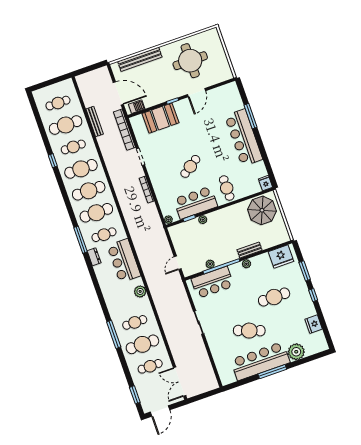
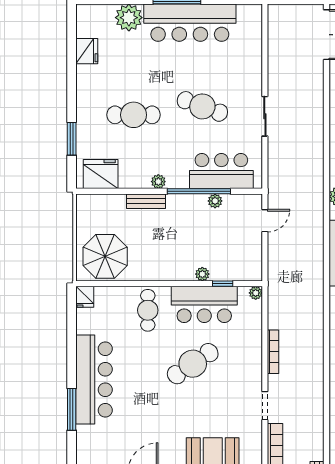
cafe table: (190, 166) -> (193, 364), width x1.37, depth x1.35
window: (313, 295) -> (72, 97), removed
cafe table: (249, 331) -> (202, 106), moved

